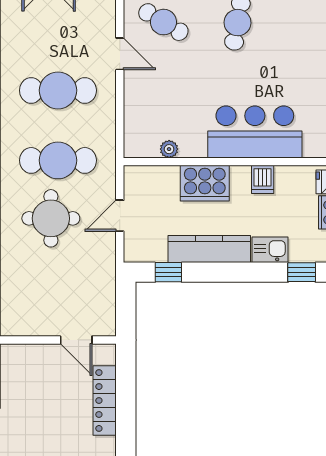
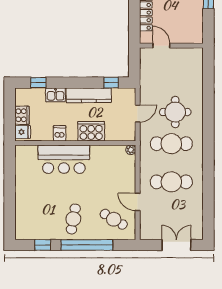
plant: (169, 149) -> (131, 150), moved

